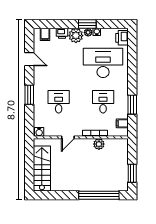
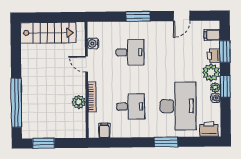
window: (59, 24) -> (225, 52), added
window: (132, 105) -> (166, 142), moved
water cooler: (39, 132) -> (93, 43), moved

